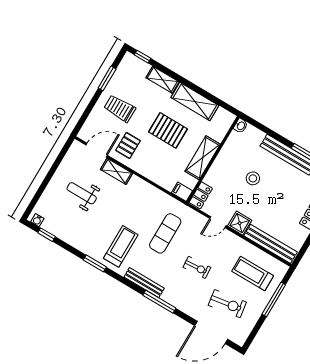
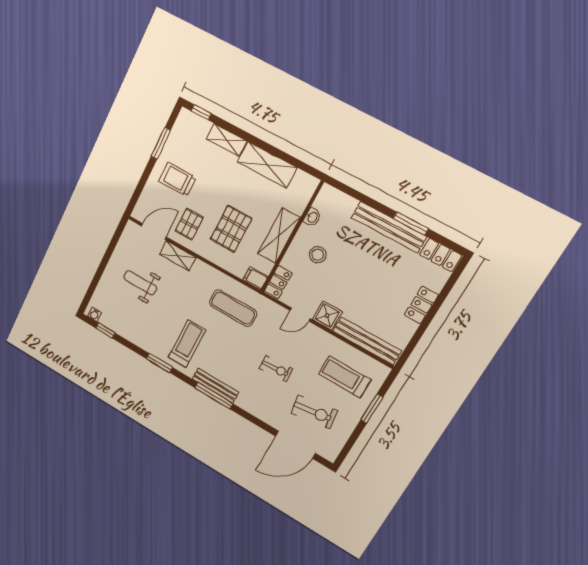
washbasin: (241, 126) -> (312, 217), moved
pallet: (168, 130) -> (231, 229), moved, turned 90
stool: (253, 178) -> (318, 255), moved
exercise mat: (165, 233) -> (233, 308), moved, turned 90
window: (274, 299) -> (372, 409), width x0.69
window: (159, 302) -> (214, 396), moved

